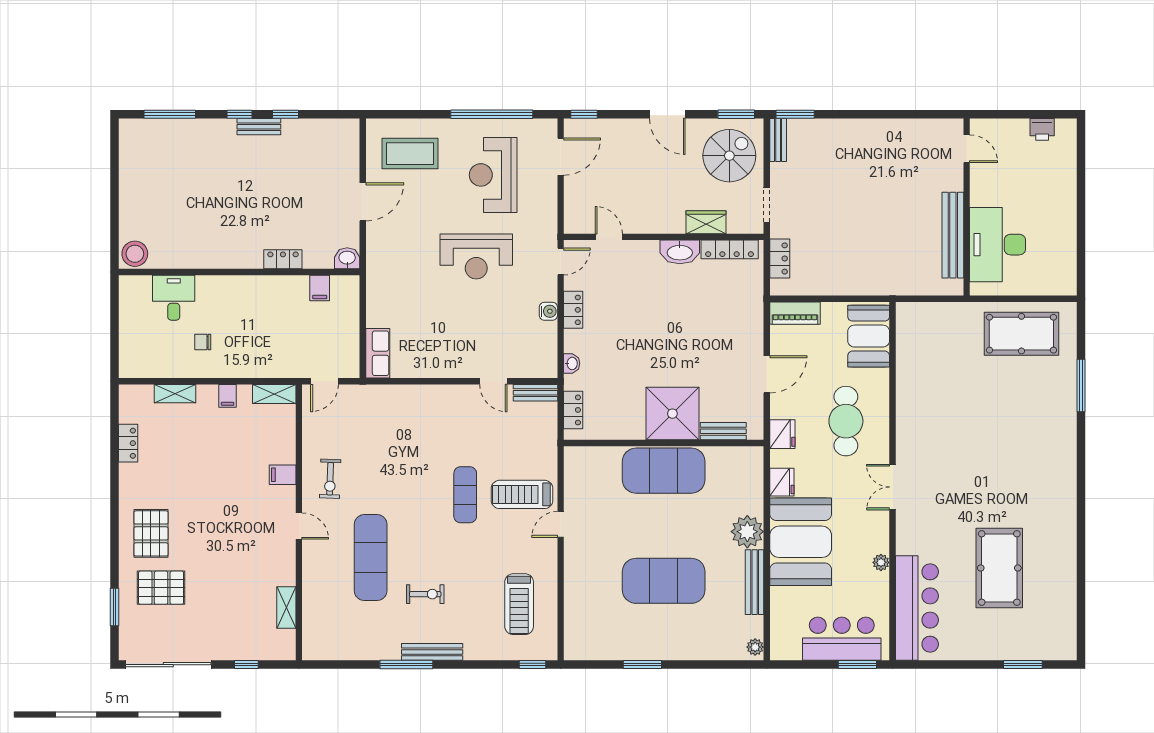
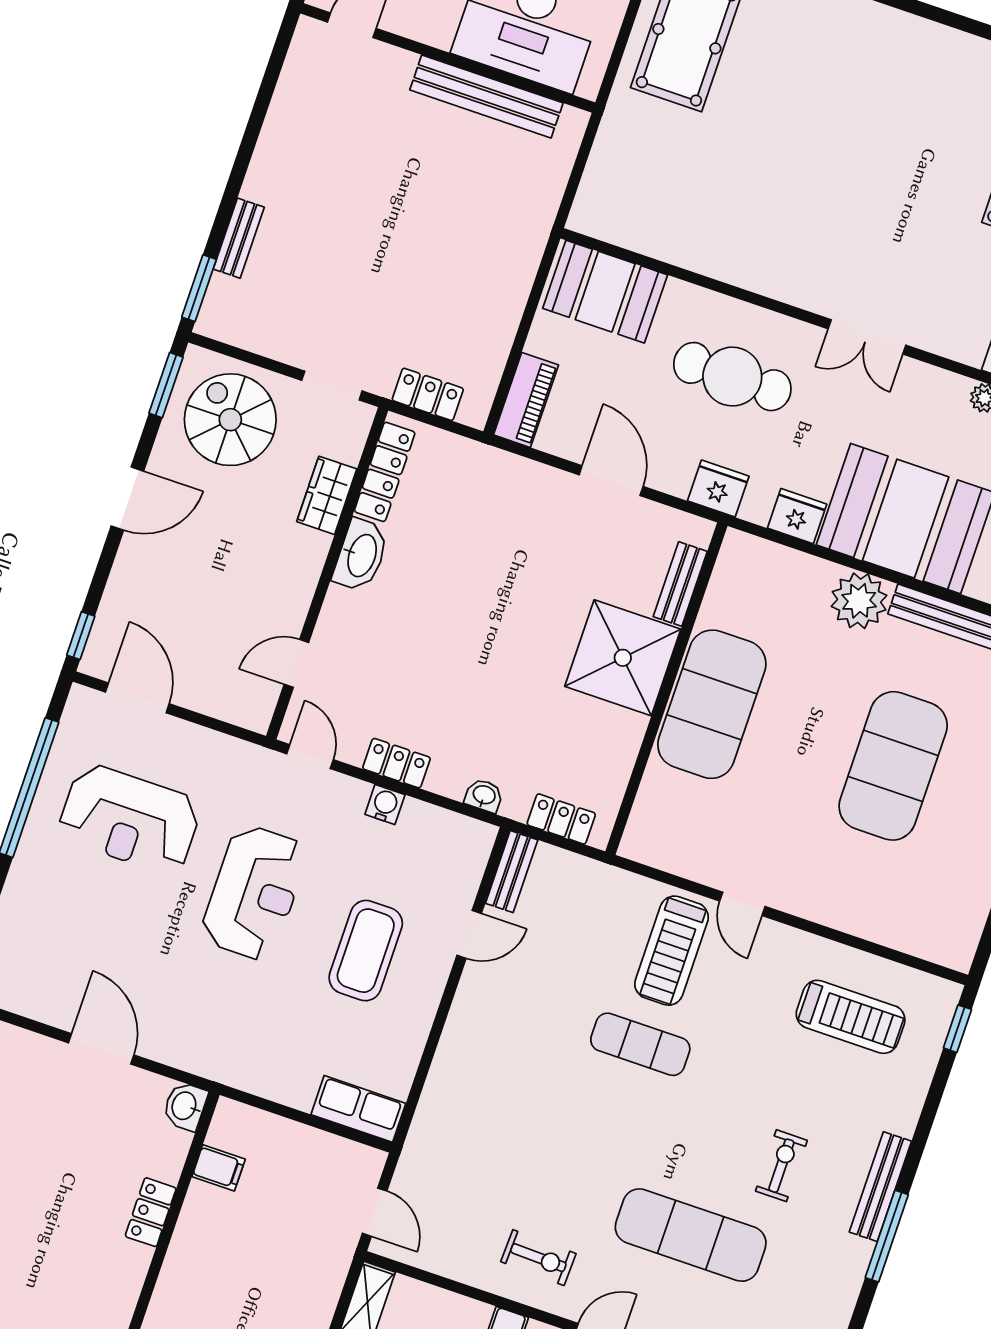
bench: (778, 140) -> (239, 238), moved, turned 90
coffee table: (410, 154) -> (366, 951), moved

